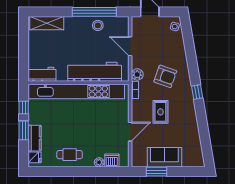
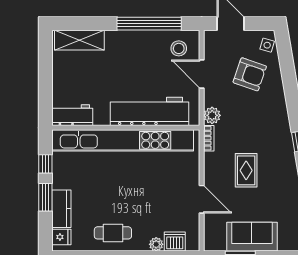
stool: (98, 25) -> (179, 48), moved
armchair: (165, 76) -> (250, 74), moved
door: (130, 132) -> (202, 199), hinge flipped

